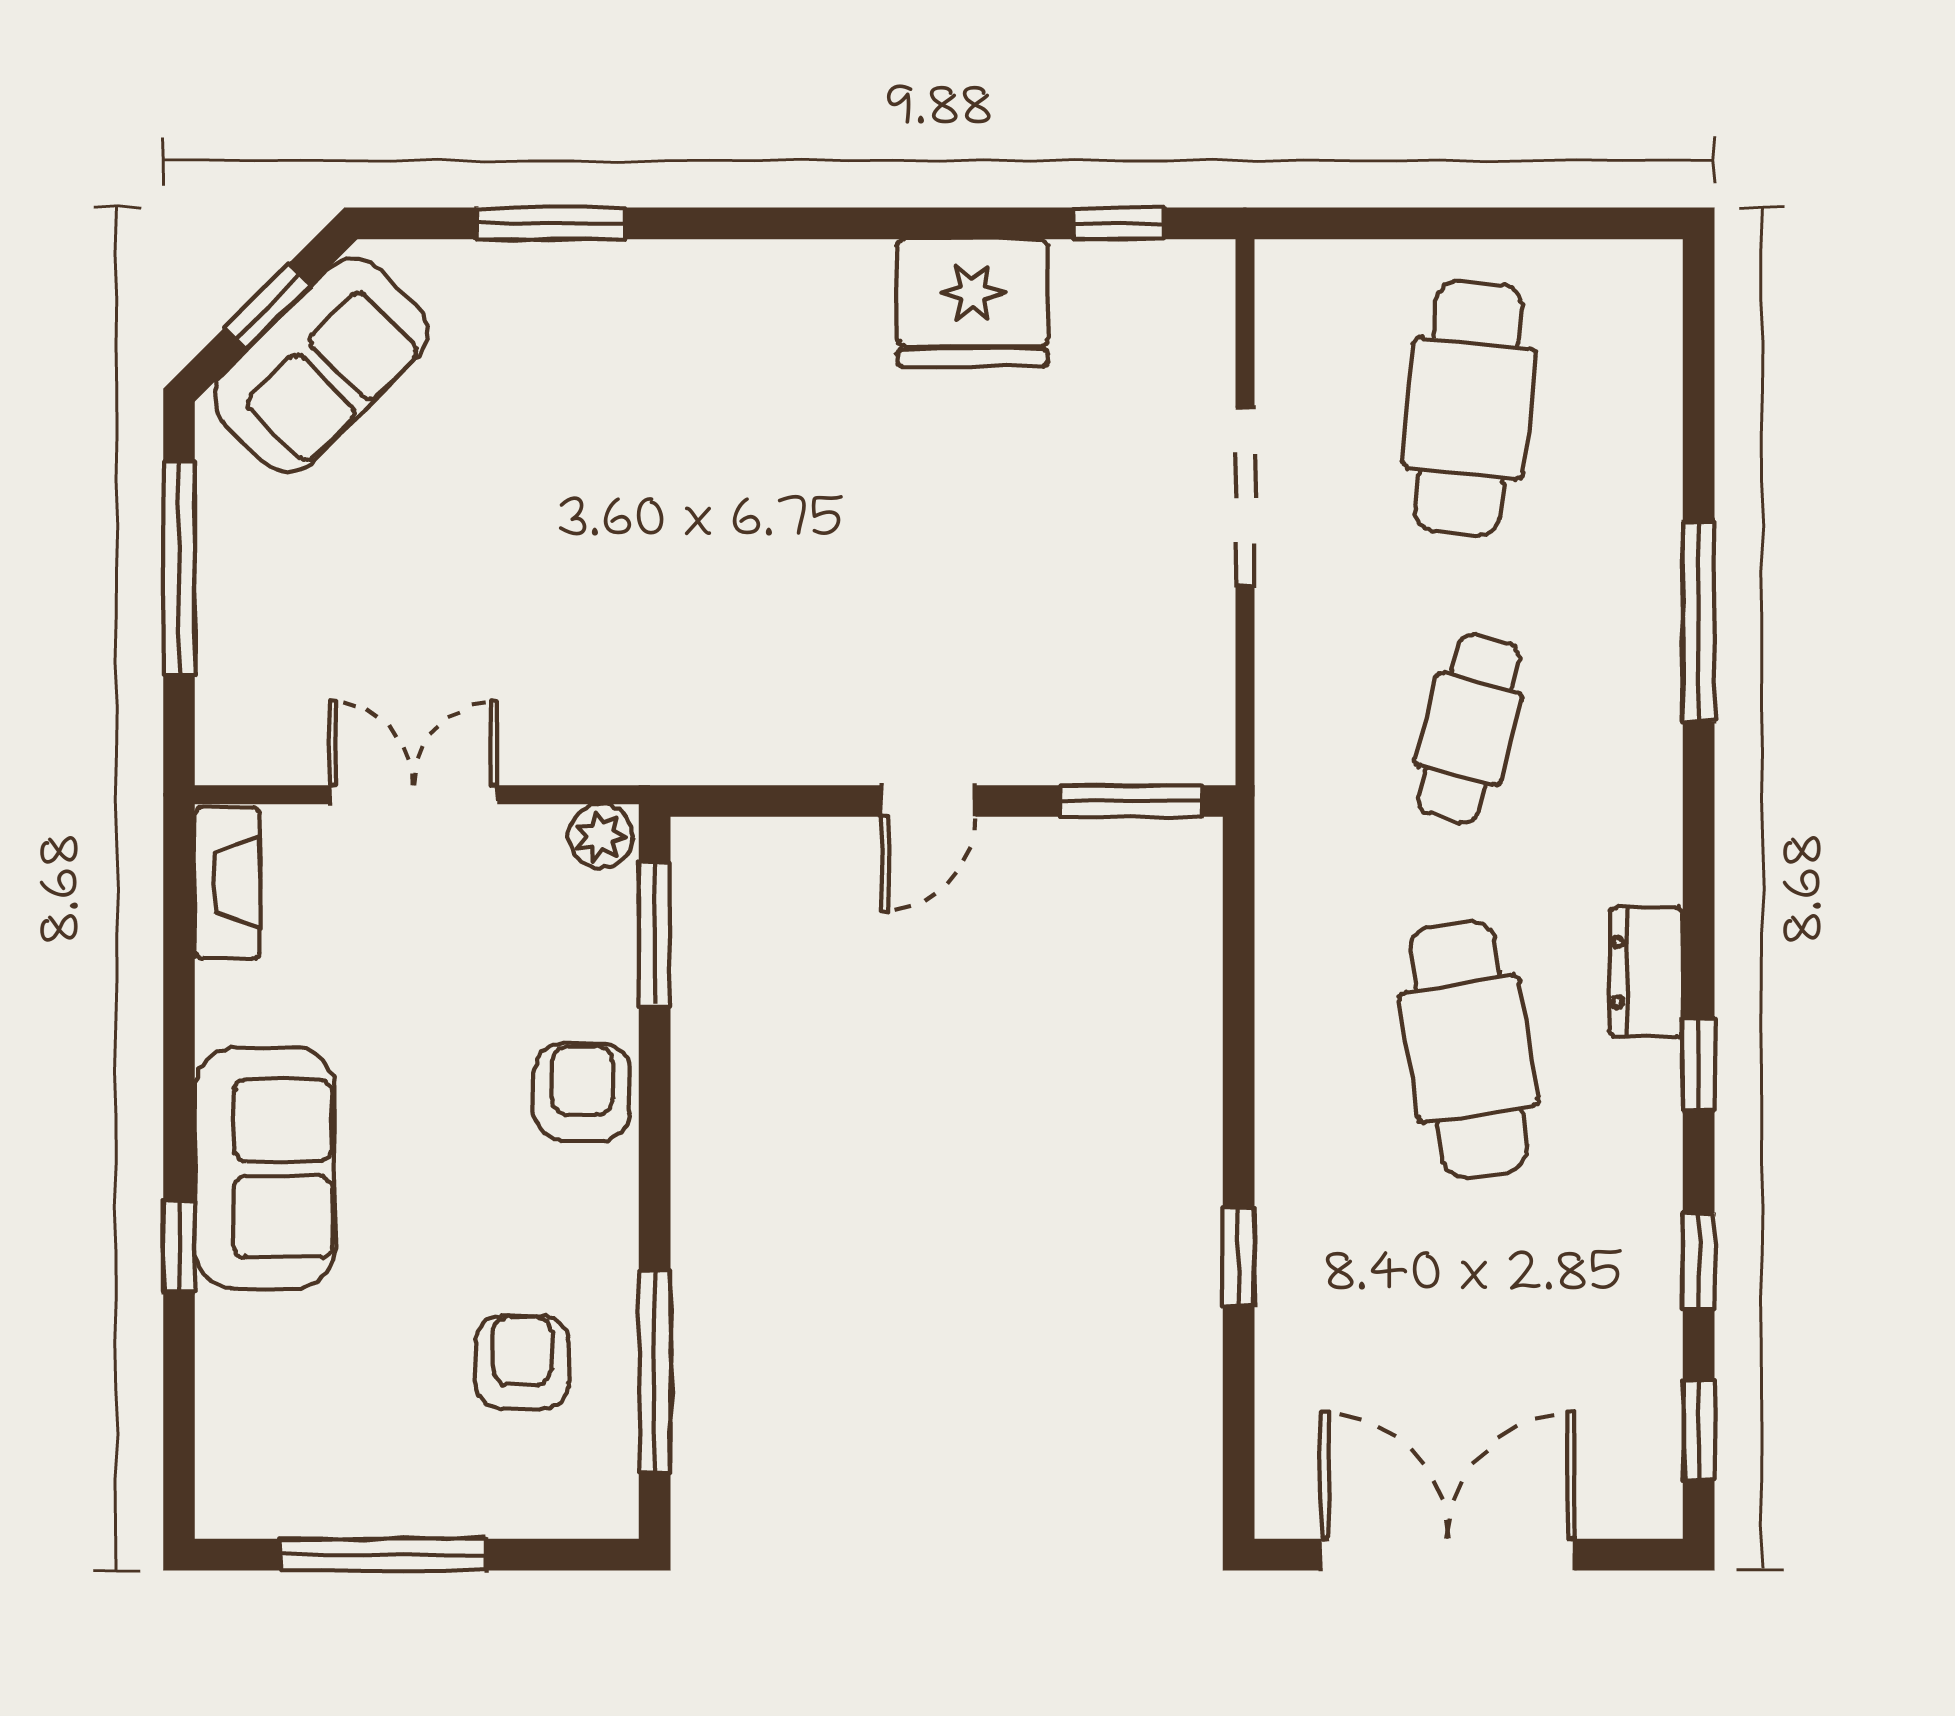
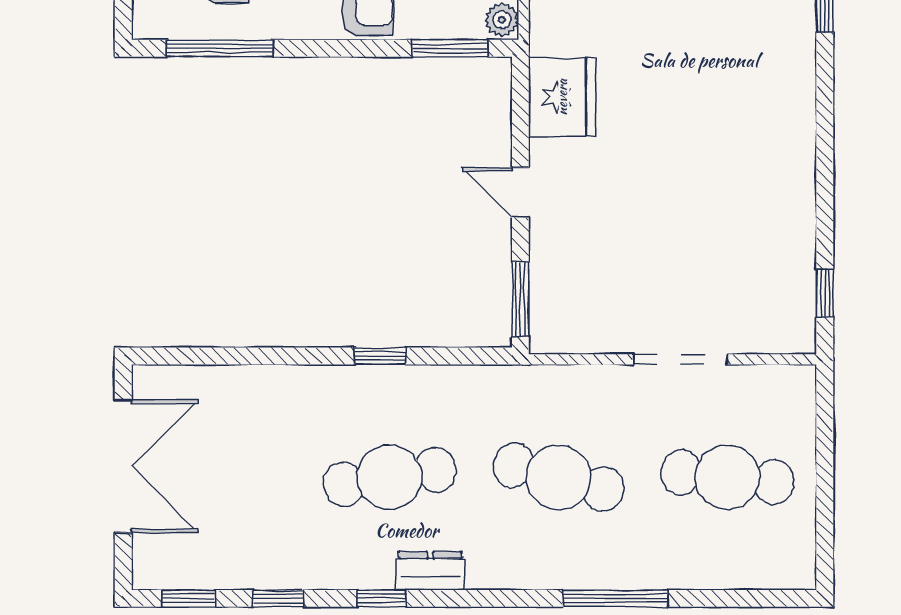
fridge: (972, 303) -> (562, 97), moved, turned 180
cafe table: (1469, 729) -> (558, 477), width x1.37, depth x1.35
window: (1239, 1257) -> (380, 356), moved

